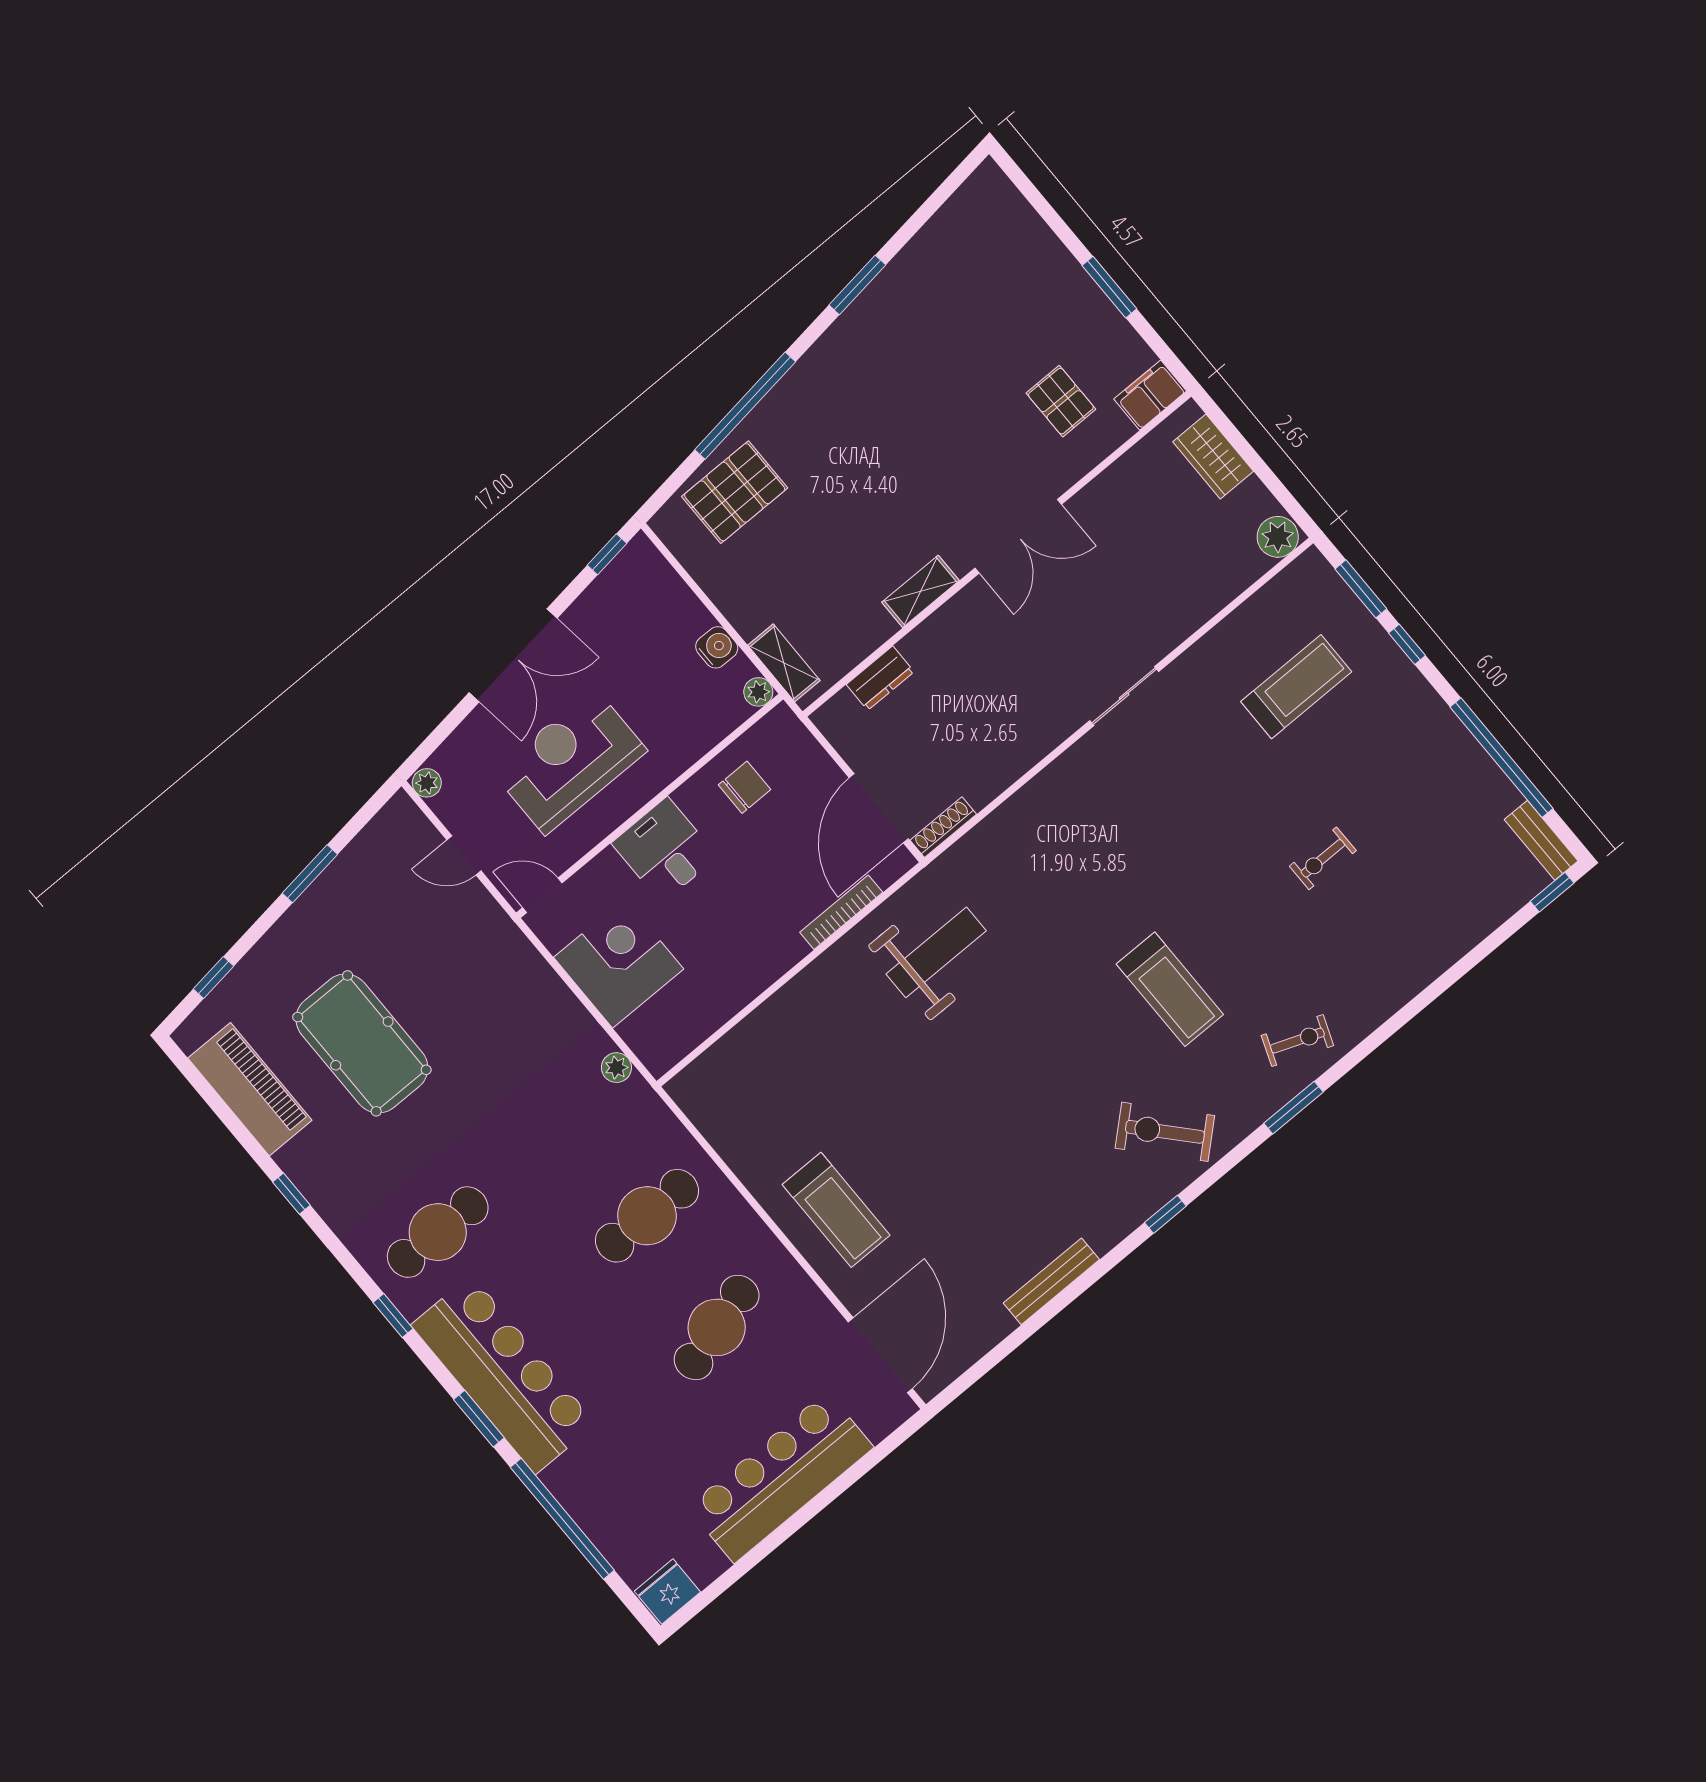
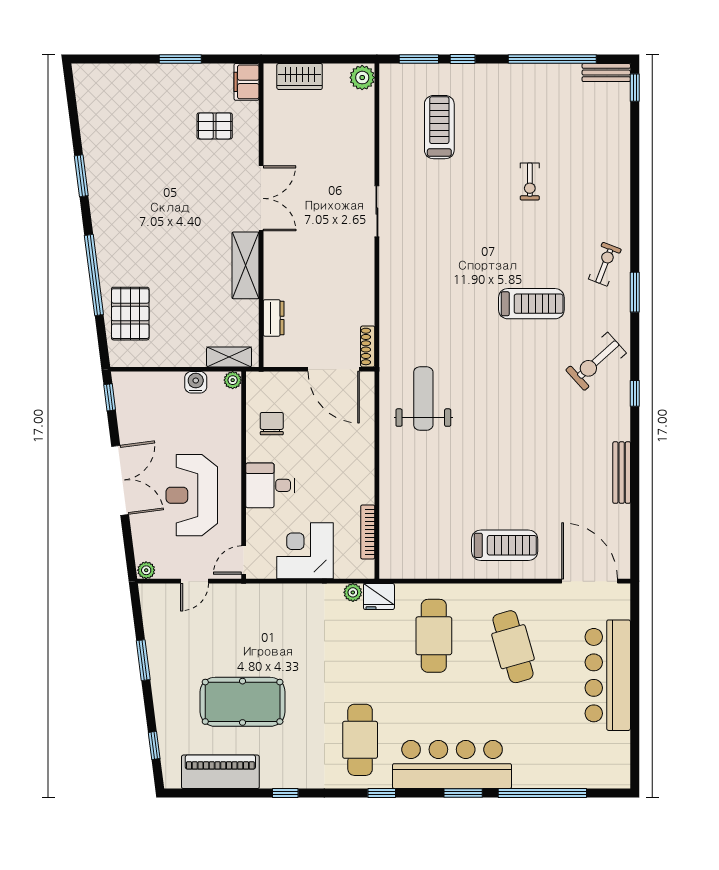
shelving: (921, 591) -> (245, 265), width x1.50, depth x1.33
bookcase: (841, 912) -> (368, 532), moved
fridge: (667, 1592) -> (379, 597), moved, turned -90

